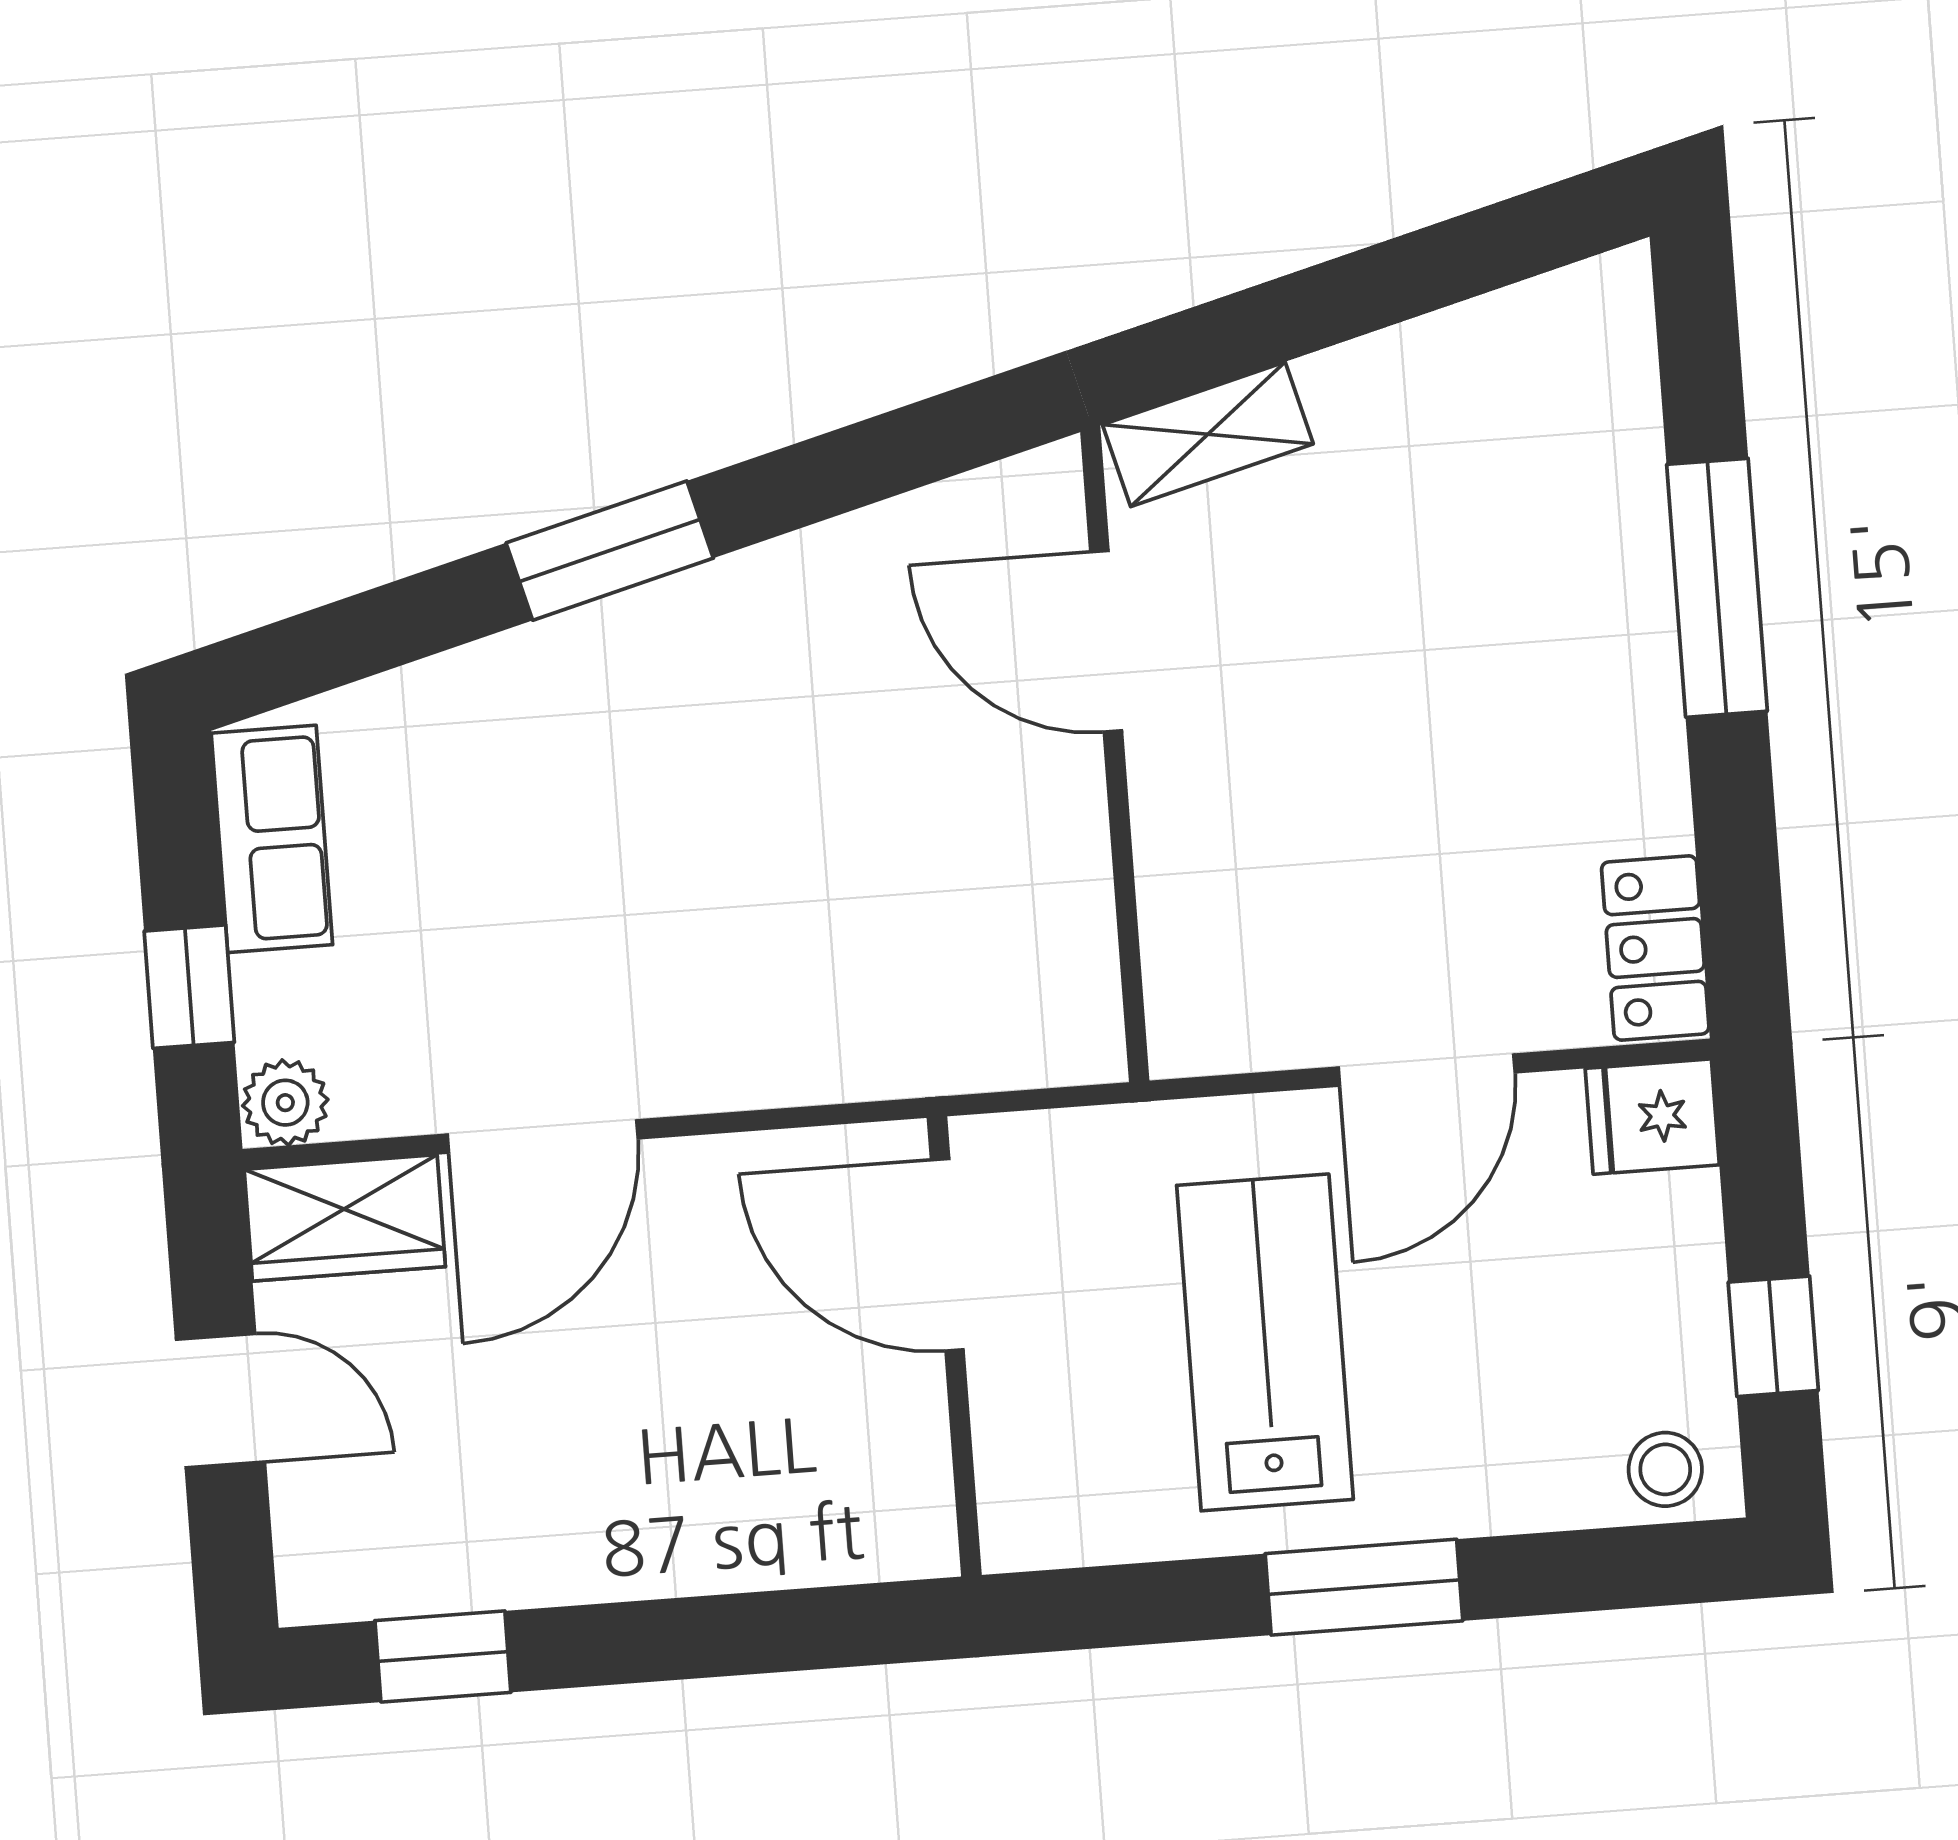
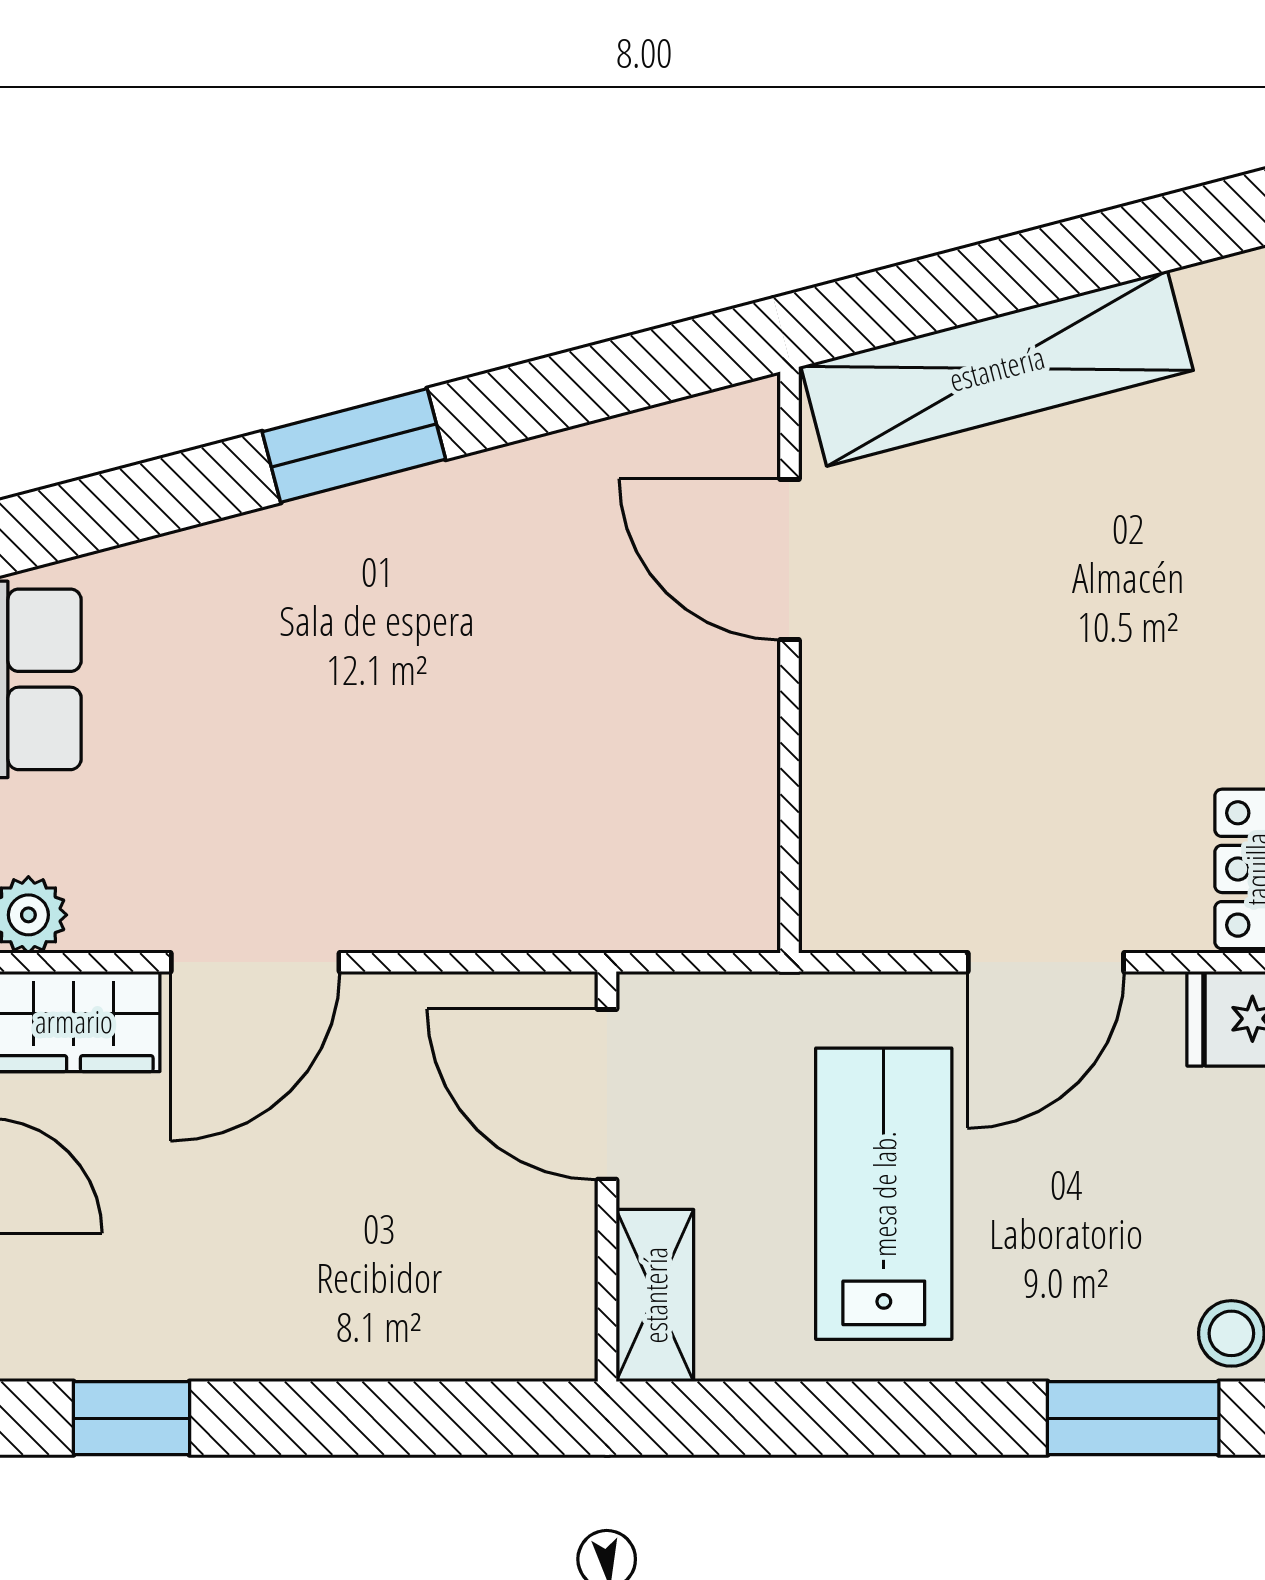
shelving: (1208, 434) -> (997, 368), width x2.20, depth x1.33
shelving: (1018, 1475) -> (655, 1295), added
window: (1364, 1587) -> (1133, 1418), moved

